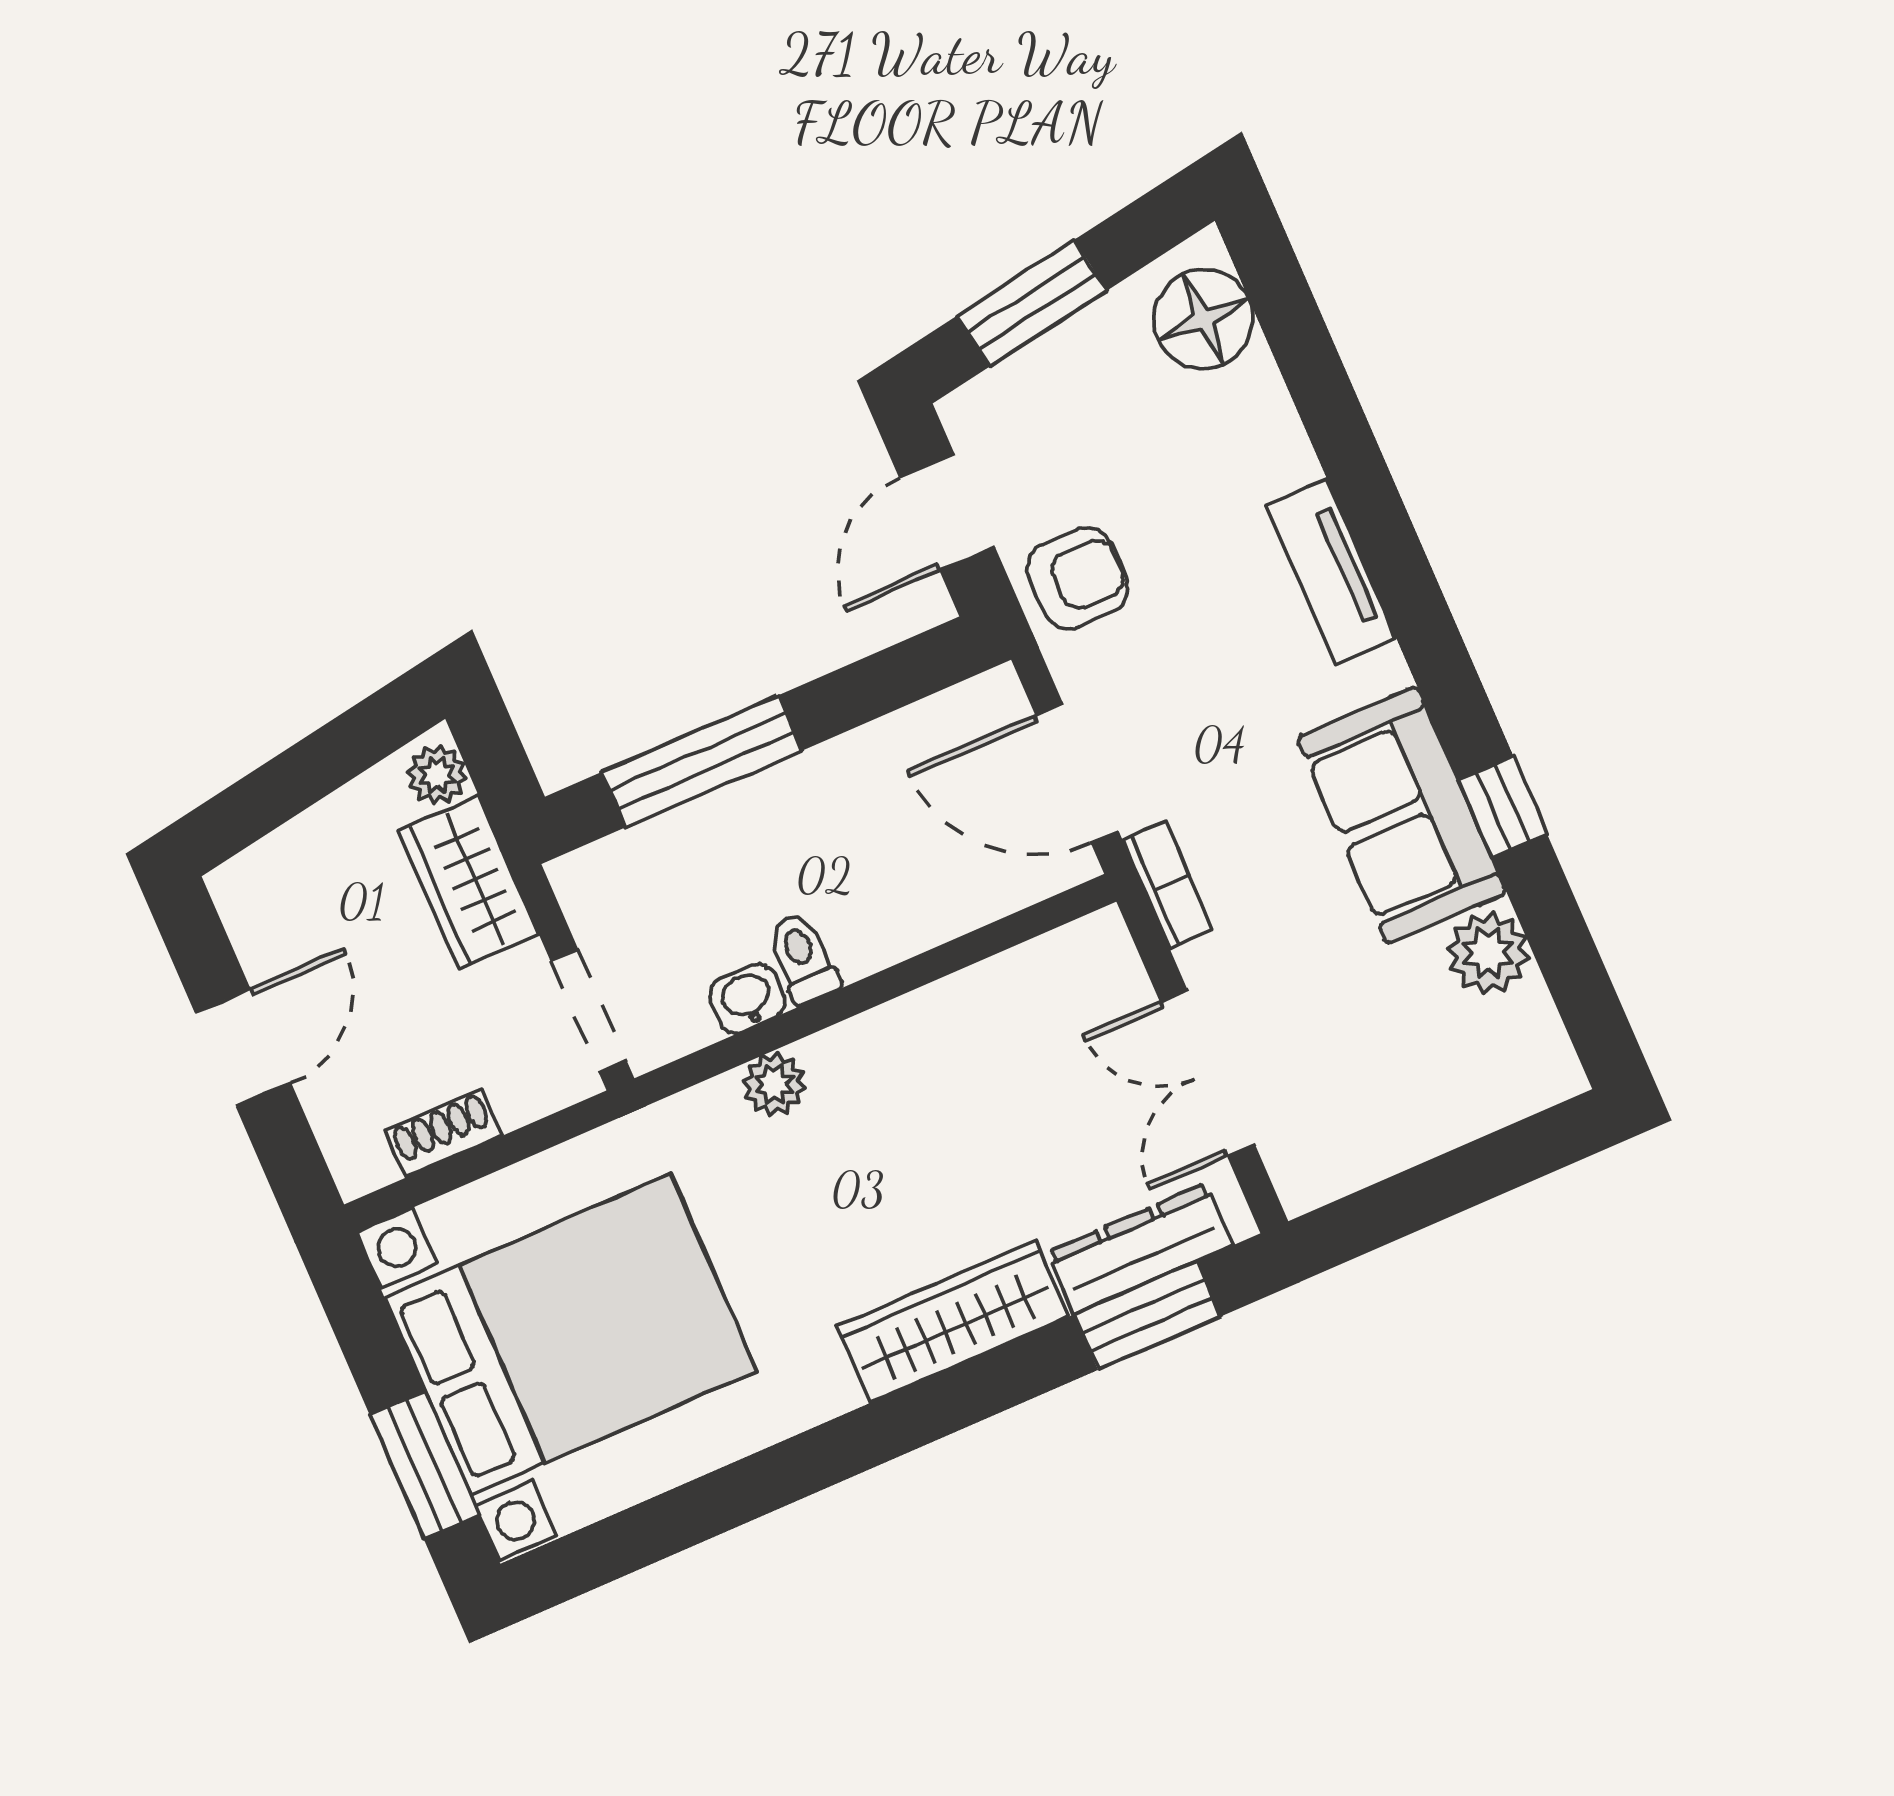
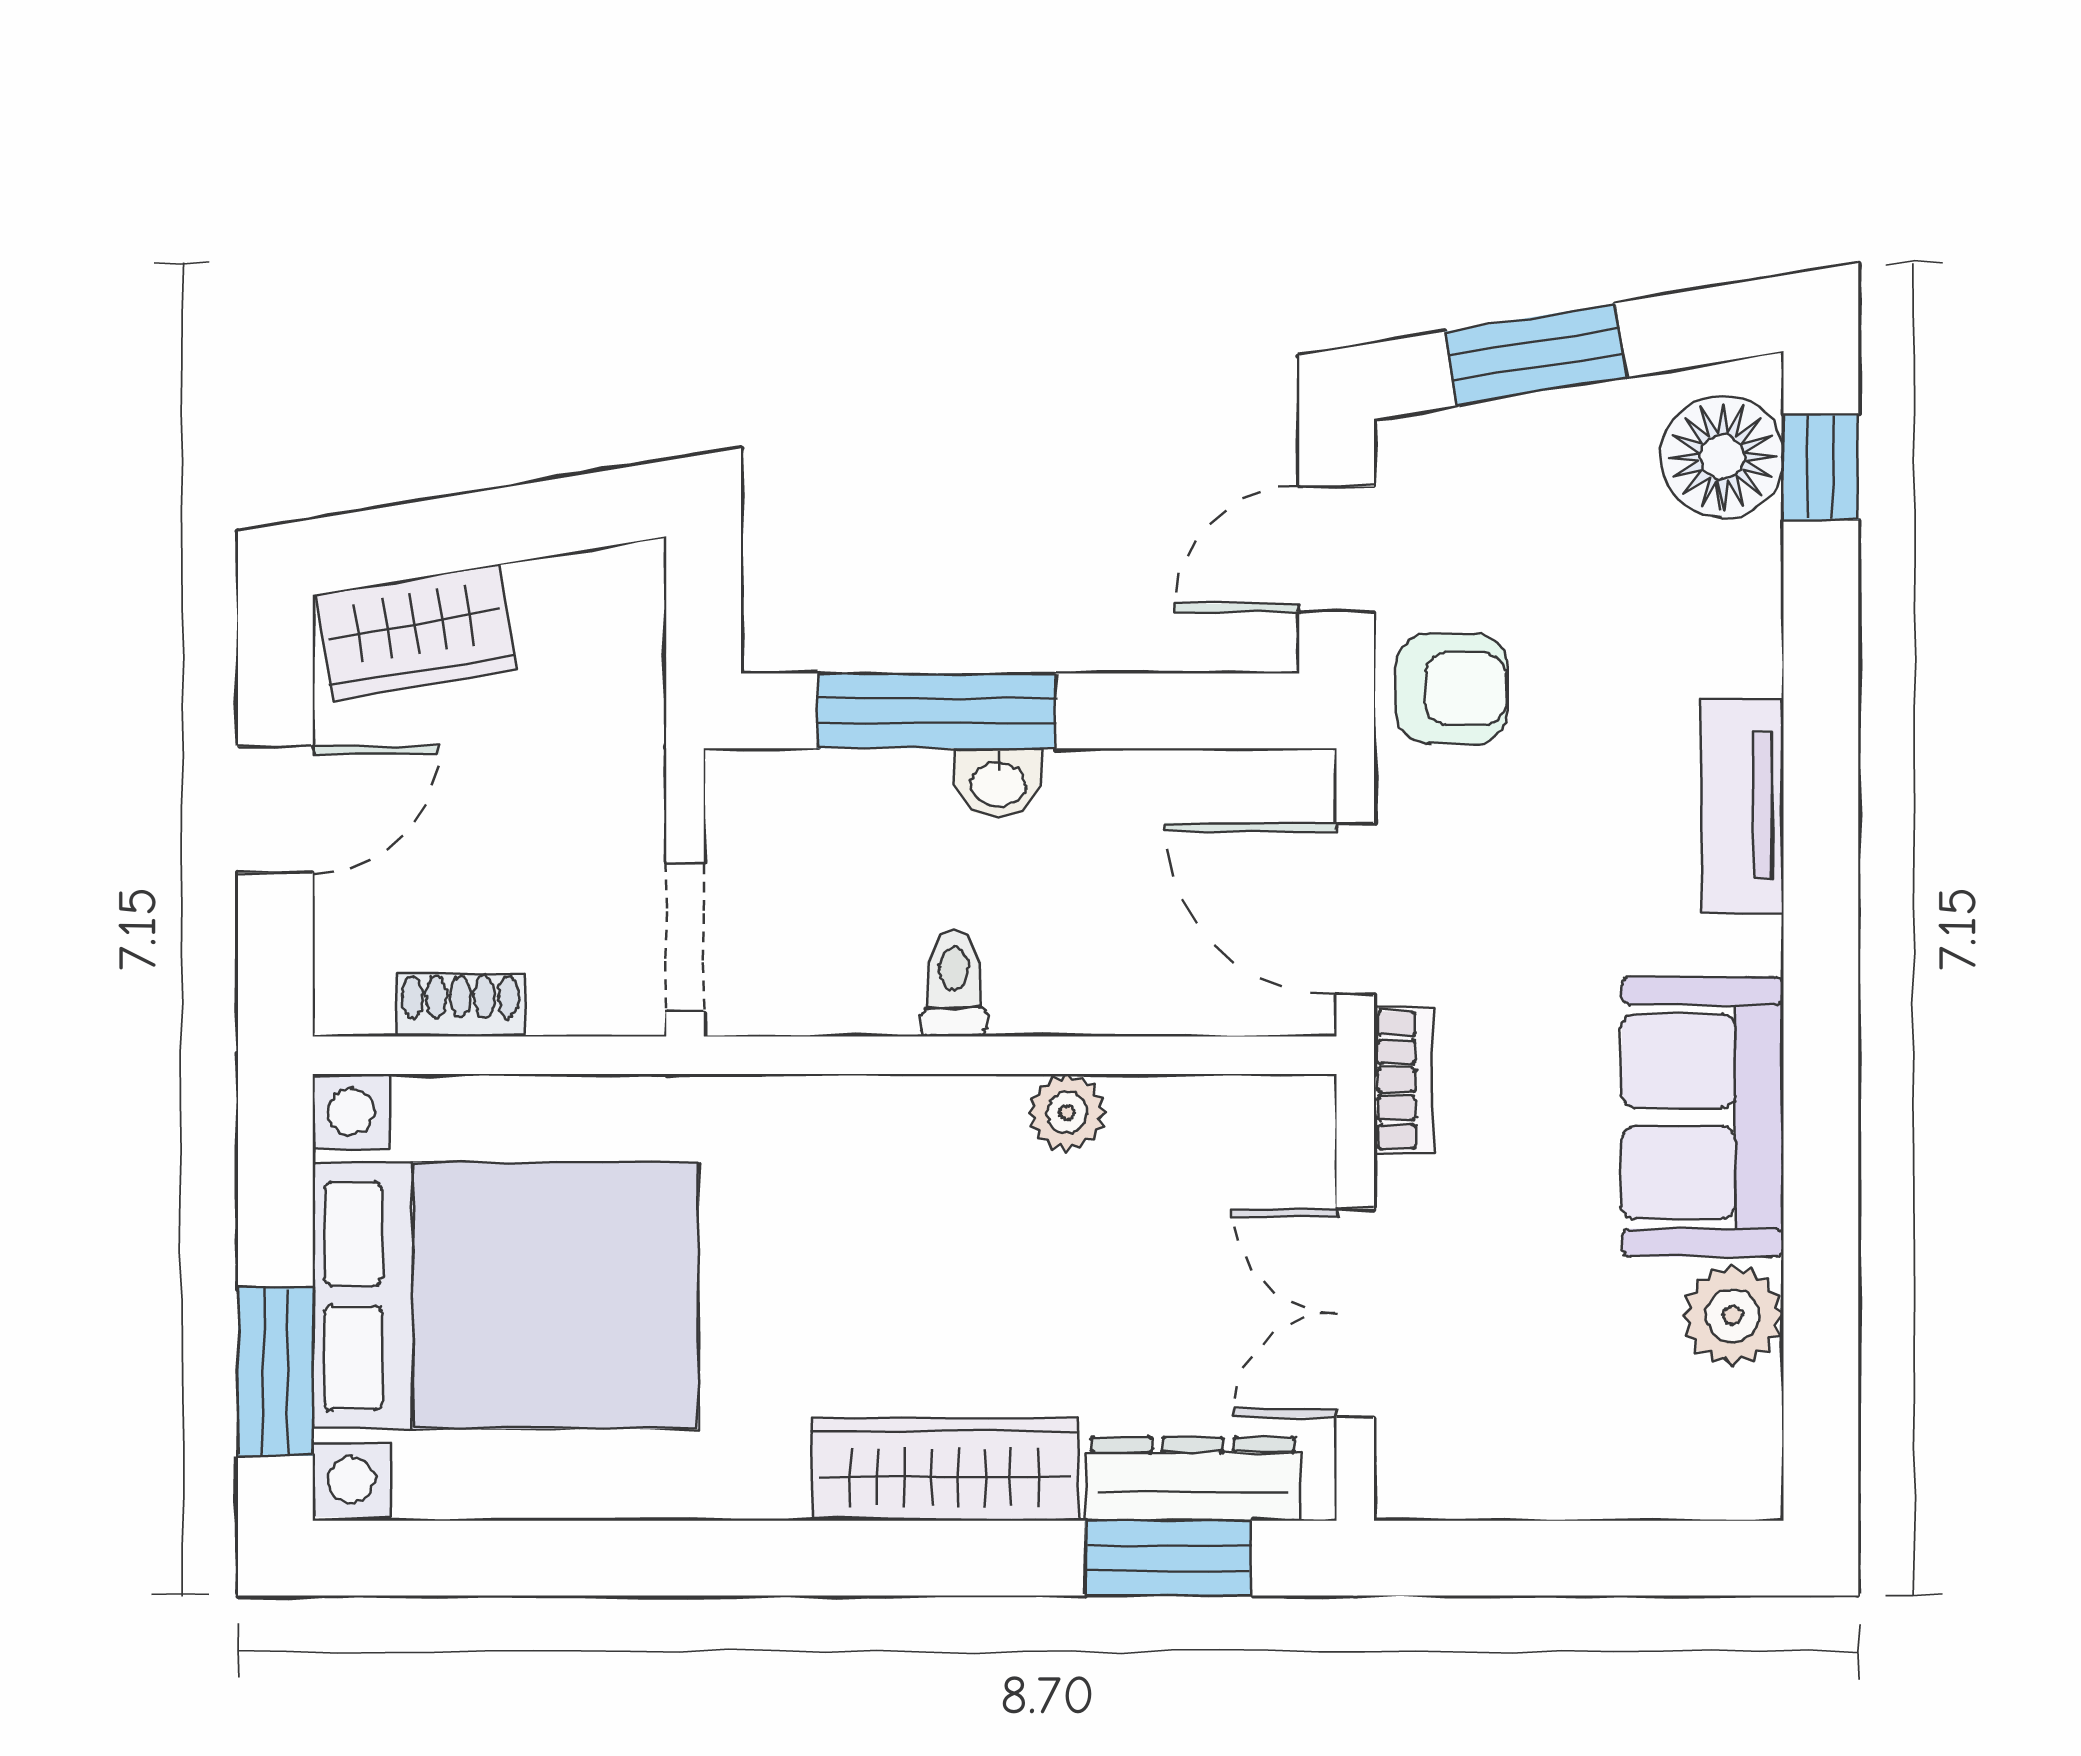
plant: (437, 775) -> (629, 596), removed
window: (1503, 807) -> (1821, 467), moved
wardrobe: (469, 882) -> (416, 632), moved, turned -99
washbasin: (747, 998) -> (998, 783), moved, turned 180
plant: (774, 1084) -> (1067, 1113), moved

